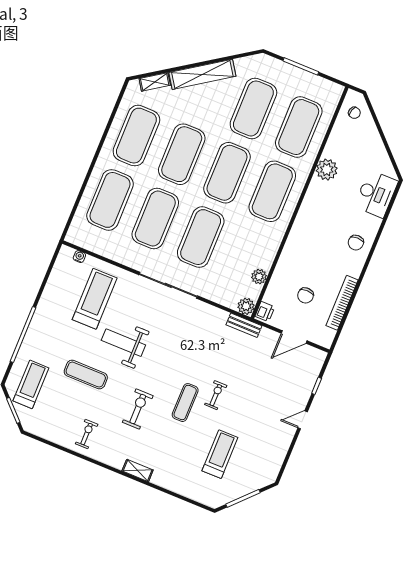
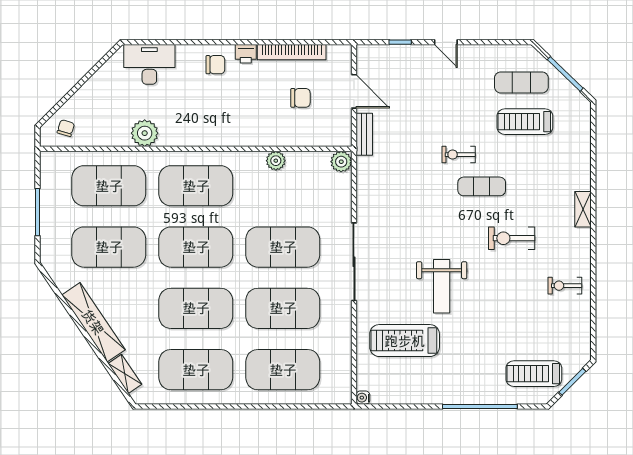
water cooler: (79, 257) -> (363, 398), moved
plant: (259, 277) -> (276, 161), moved
printer: (265, 312) -> (246, 54), moved, turned 180
bench: (244, 325) -> (364, 134), moved
exercise mat: (86, 375) -> (521, 82), moved, turned 90

